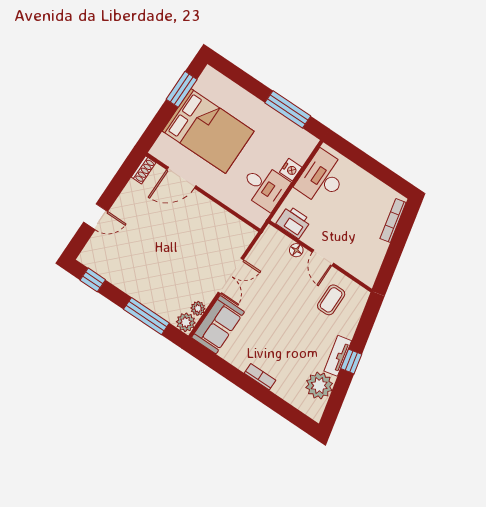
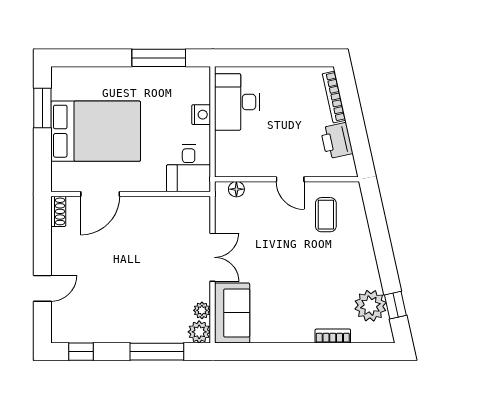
desk: (265, 187) -> (189, 168), moved, turned 90
printer: (294, 222) -> (337, 141), moved, turned -102
floor lamp: (296, 250) -> (236, 189), moved
tv unit: (338, 356) -> (369, 265), removed
window: (351, 361) -> (395, 305), moved
bookcase: (260, 377) -> (333, 336), moved

